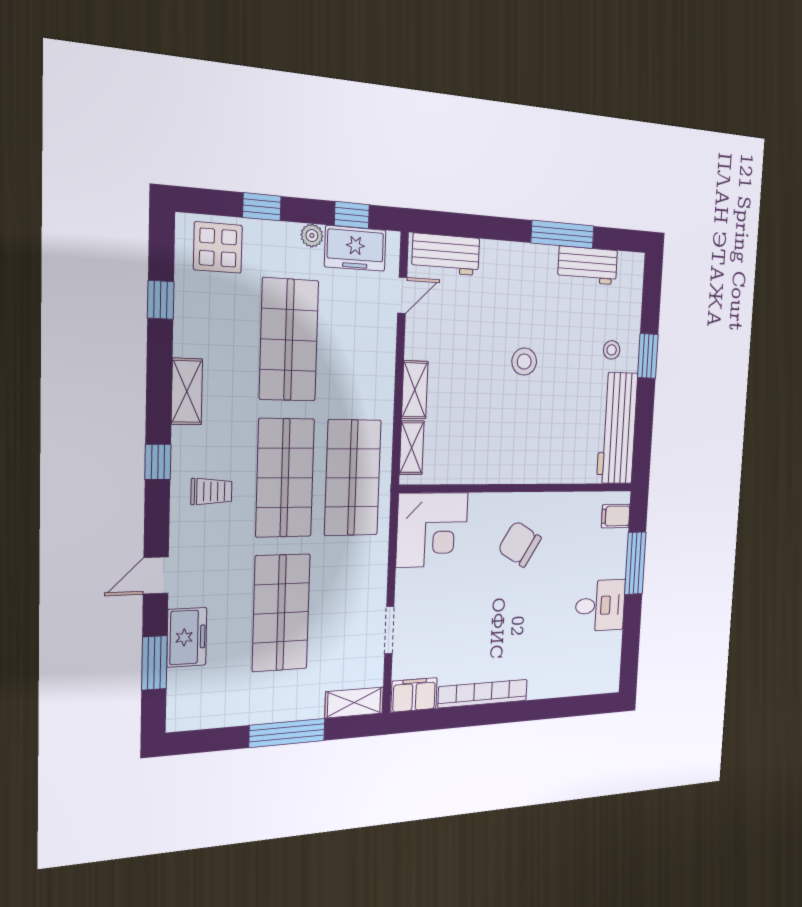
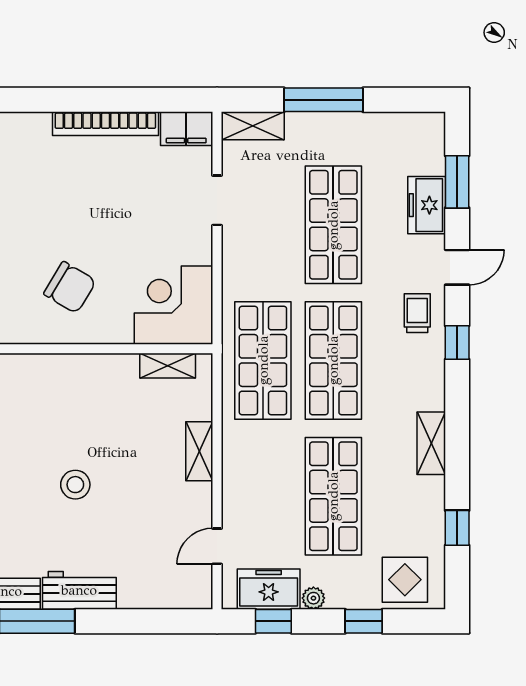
workbench: (446, 254) -> (79, 590), moved
shelving: (412, 448) -> (168, 366), moved, turned 90
window: (158, 462) -> (457, 343), moved
trolley: (211, 491) -> (417, 313), moved, turned 90

